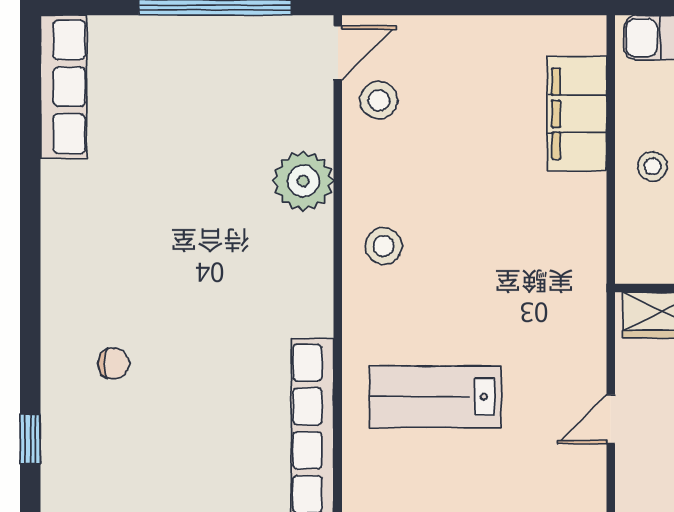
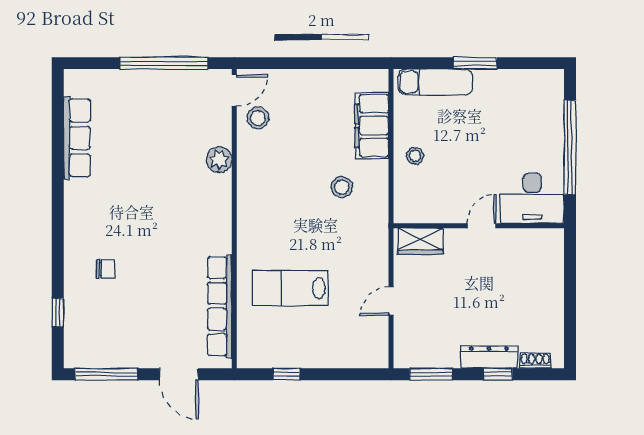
row of seats: (64, 87) -> (77, 138), moved
plant: (303, 181) -> (219, 160), width x0.73, depth x0.73
stool: (384, 246) -> (342, 187), moved

